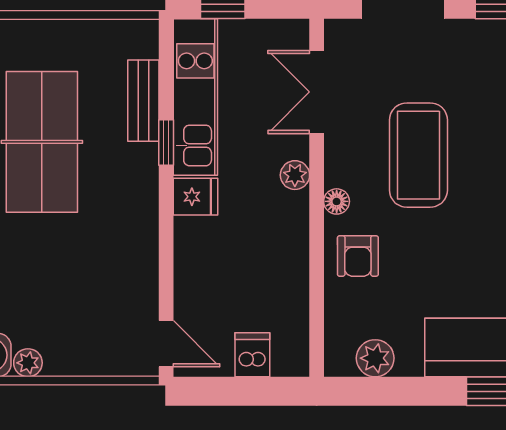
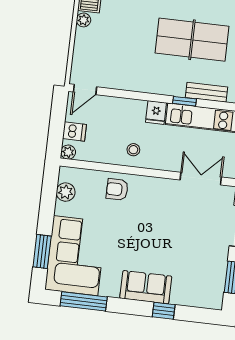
coffee table: (418, 155) -> (164, 225), removed
plant: (295, 175) -> (68, 152), moved
floor lamp: (337, 201) -> (145, 182), removed
stool: (275, 233) -> (133, 150), added

